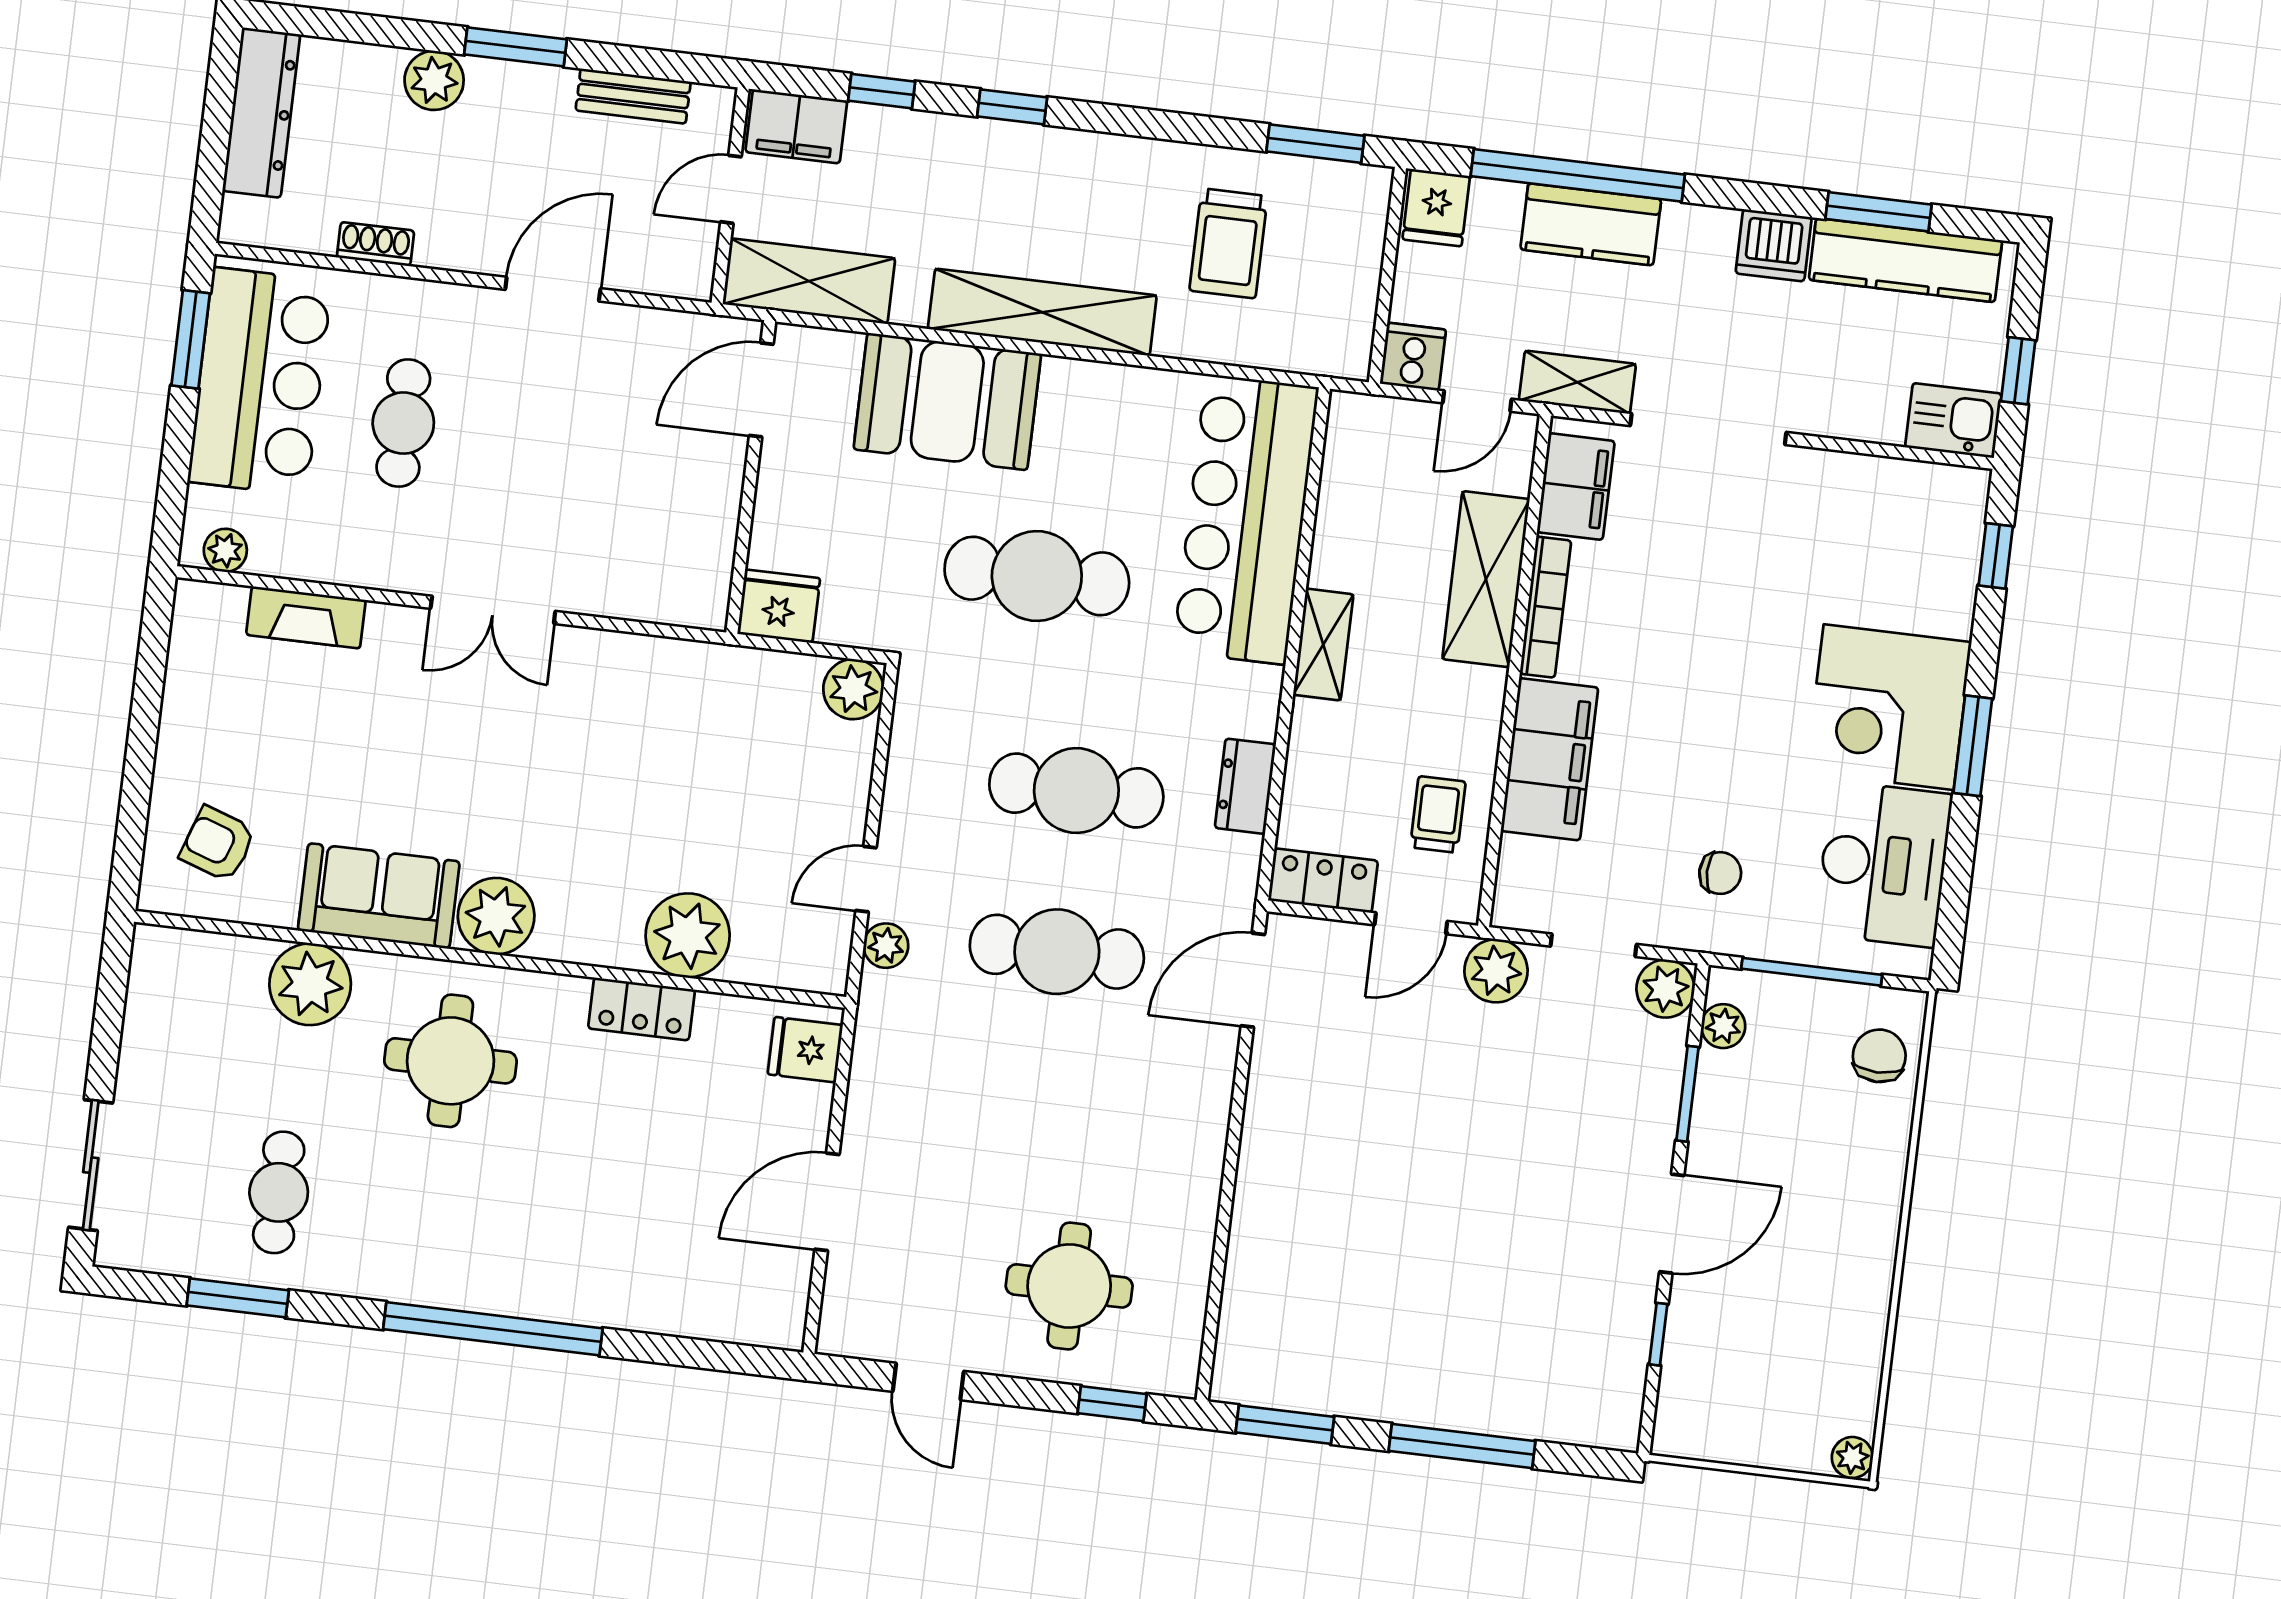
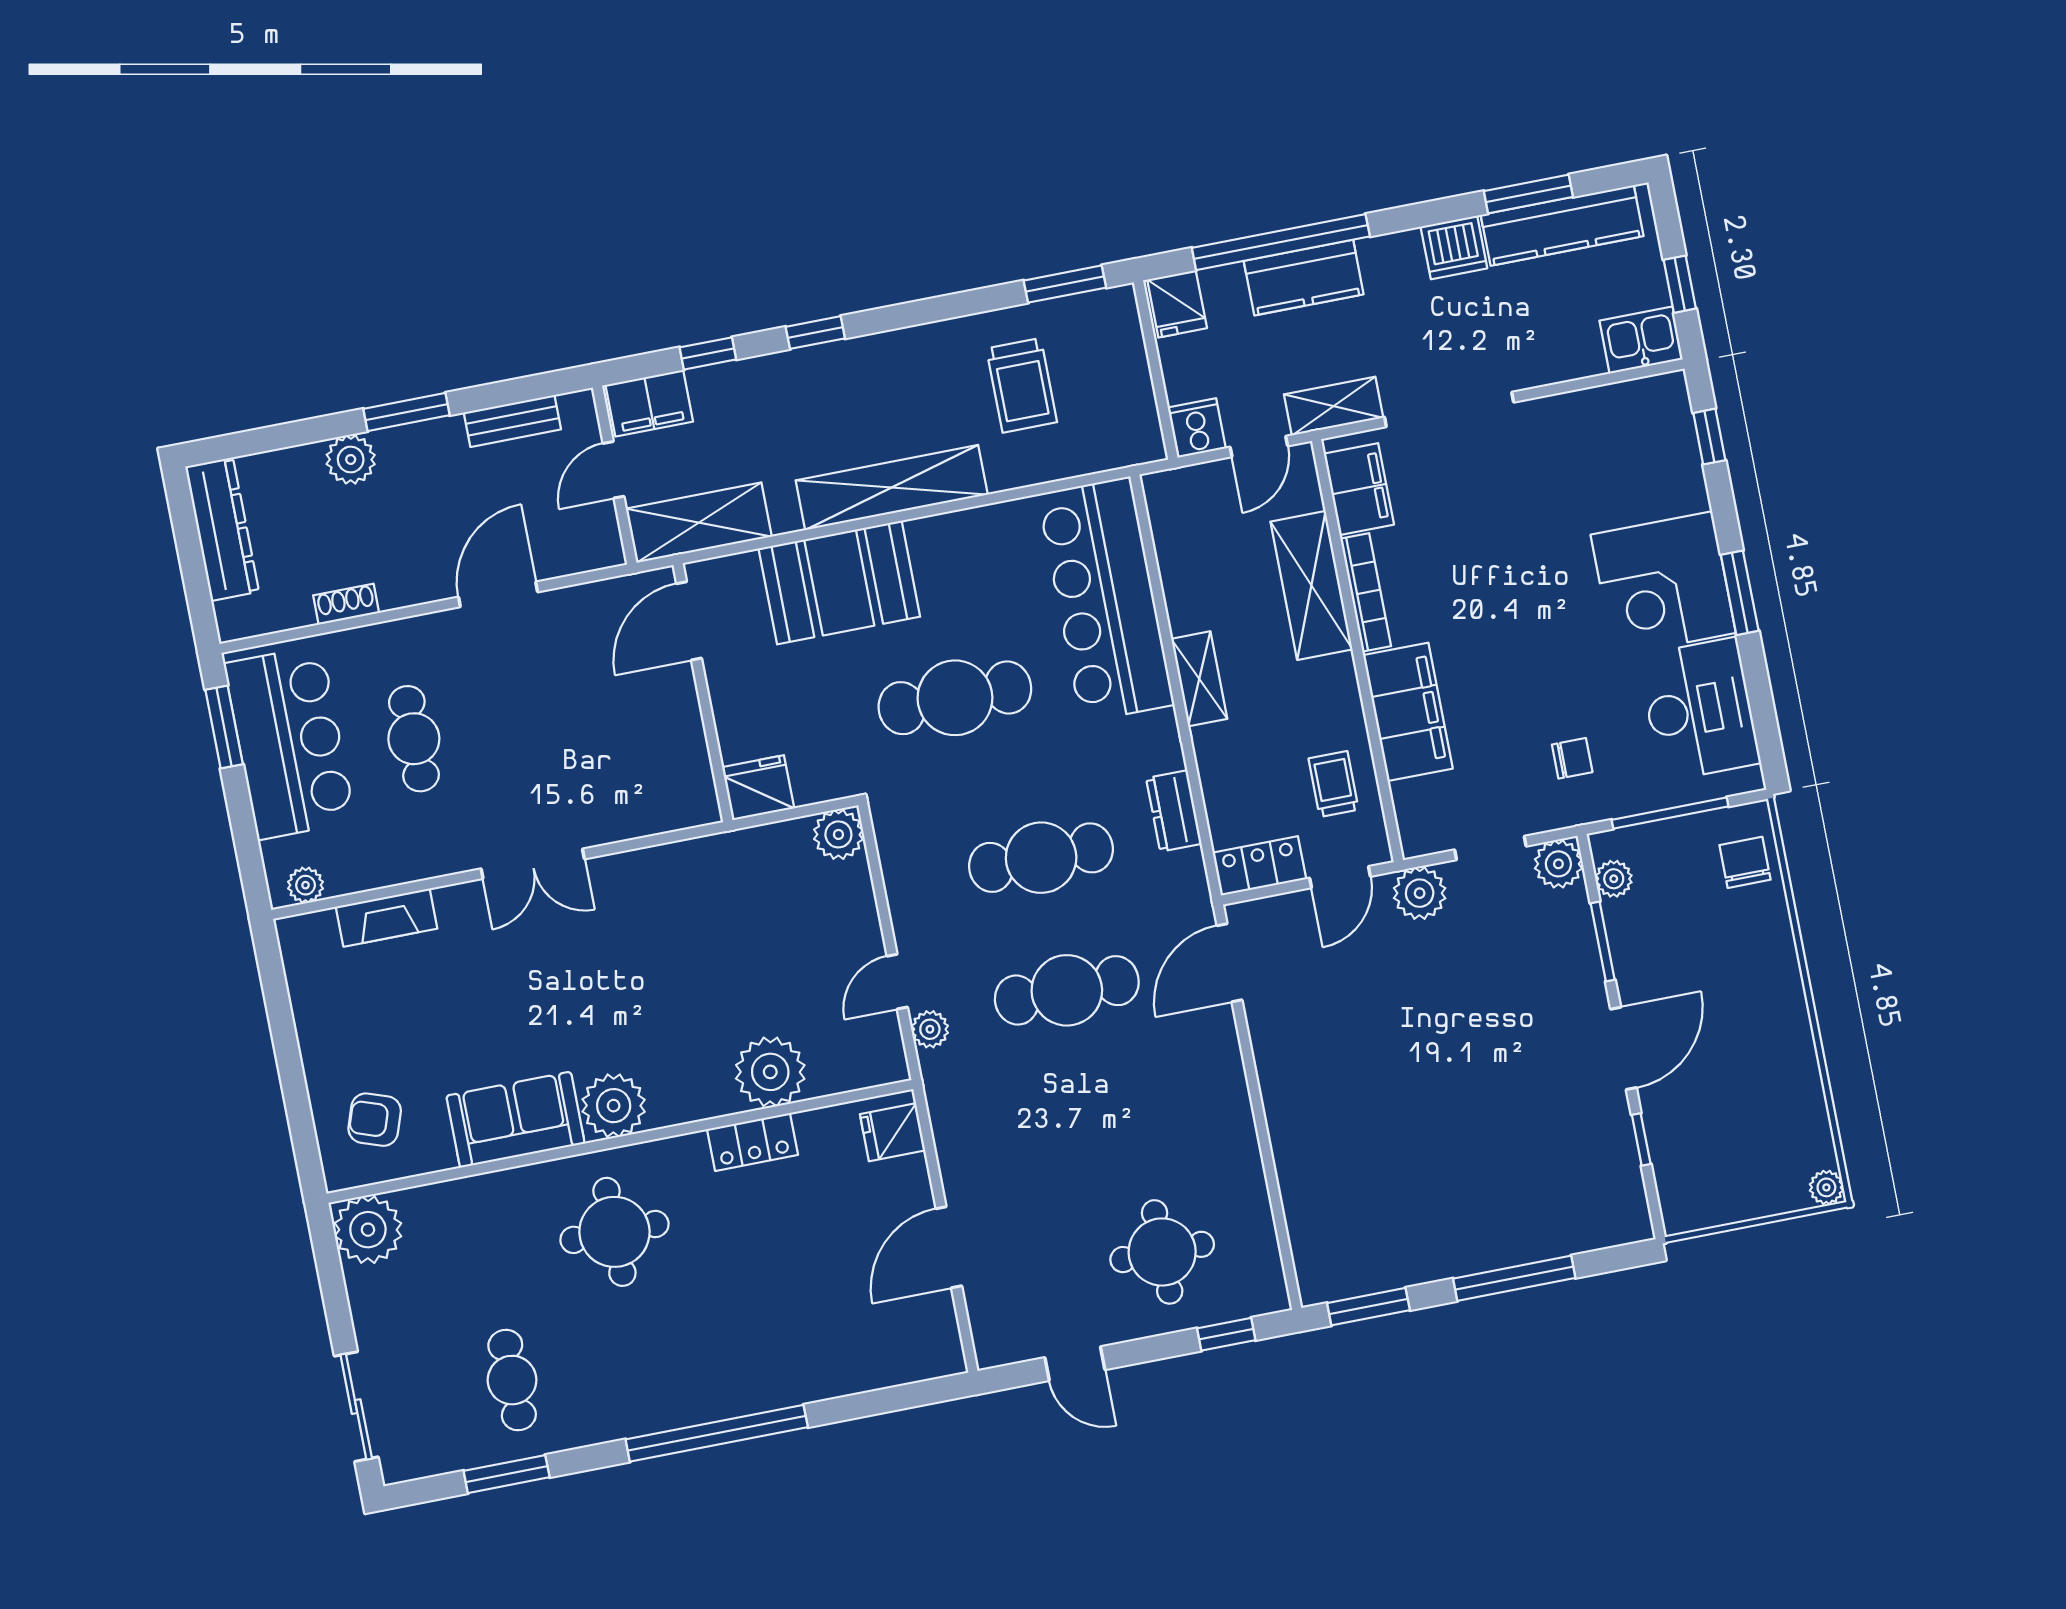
plant: (310, 984) -> (368, 1230), moved

